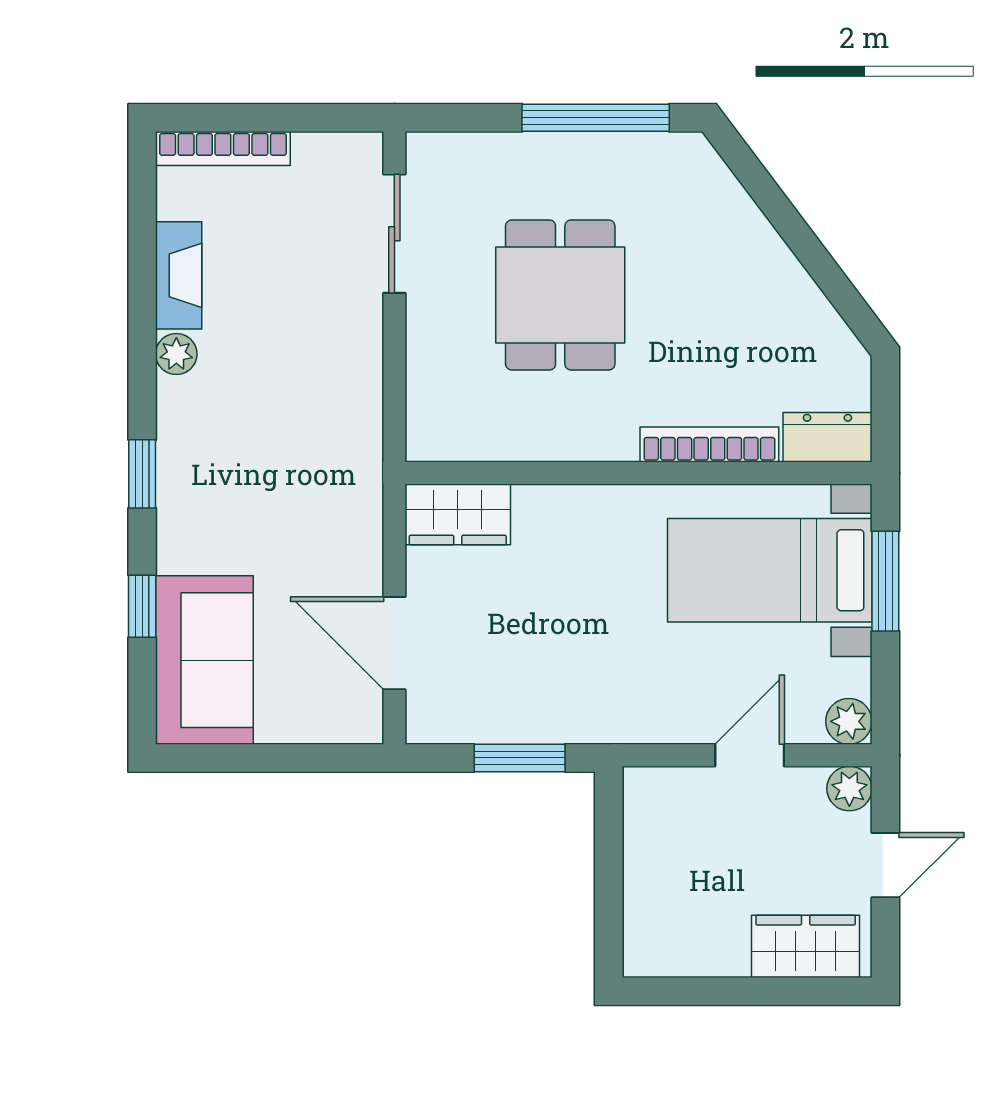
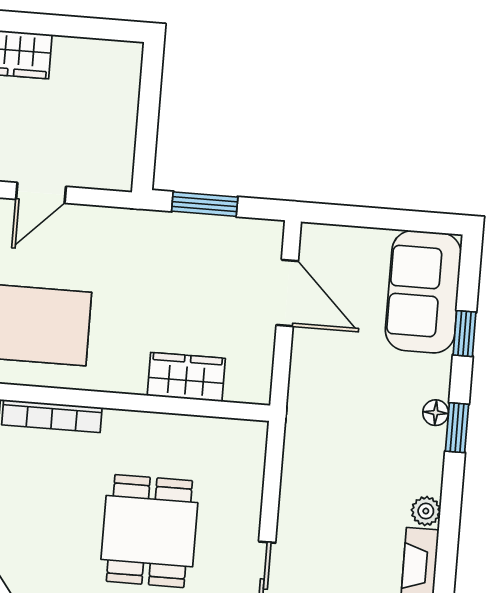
floor lamp: (174, 493) -> (436, 413), added
wardrobe: (458, 514) -> (186, 377), moved

